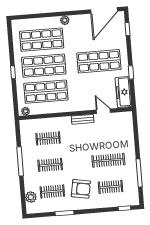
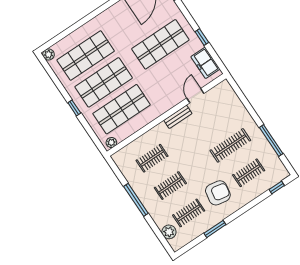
plant: (65, 20) -> (49, 54), moved
freezer: (123, 92) -> (205, 63), width x0.71
door: (103, 111) -> (195, 96), hinge flipped

